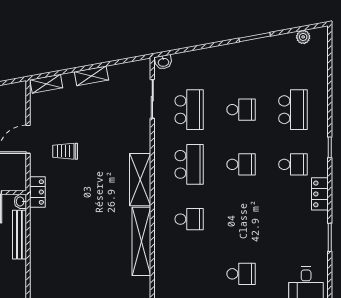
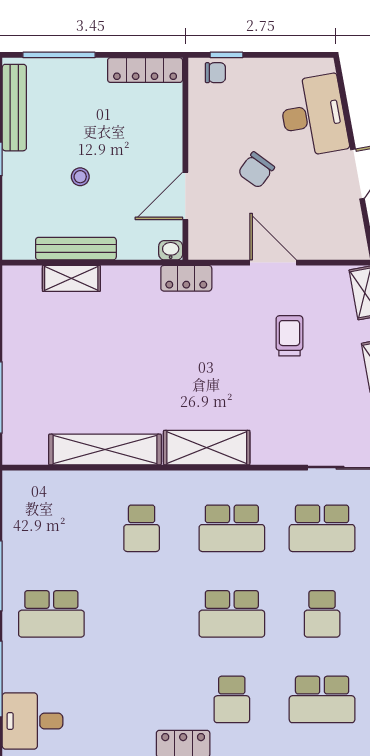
trolley: (65, 151) -> (289, 336), moved
school desk: (241, 164) -> (232, 614), width x1.85
bench: (19, 235) -> (76, 249), moved
shelving: (38, 262) -> (71, 278), added
school desk: (241, 274) -> (51, 614), width x1.85

